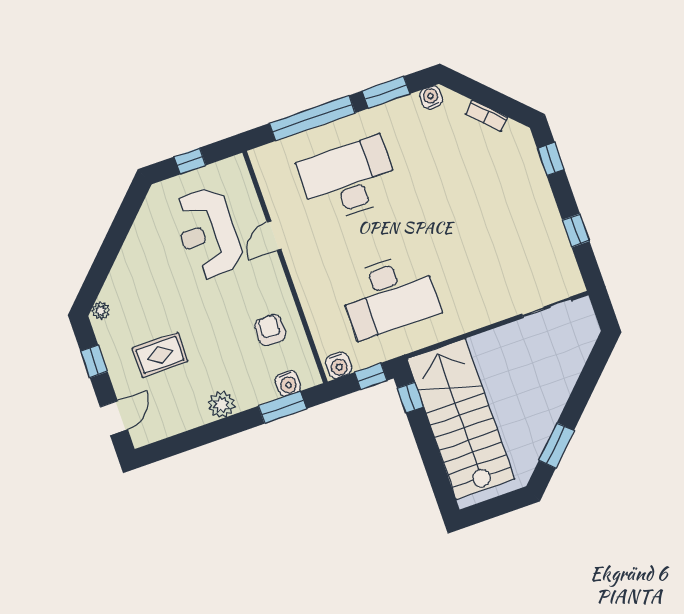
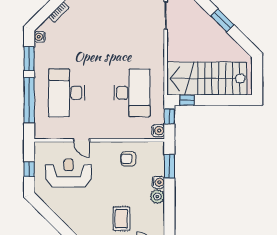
reception desk: (208, 233) -> (69, 173), turned 180
water cooler: (288, 383) -> (158, 182), moved
window: (556, 445) -> (222, 20), moved

